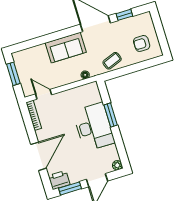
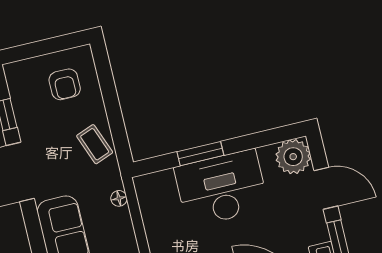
plant: (117, 165) -> (293, 157), width x1.87, depth x1.87

